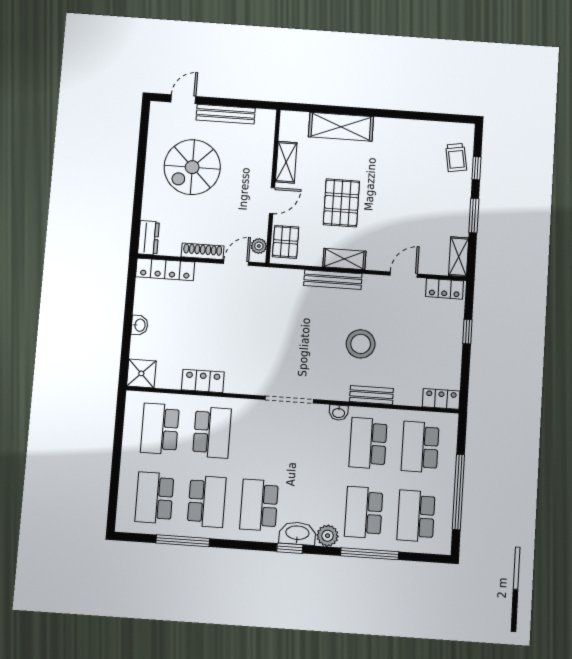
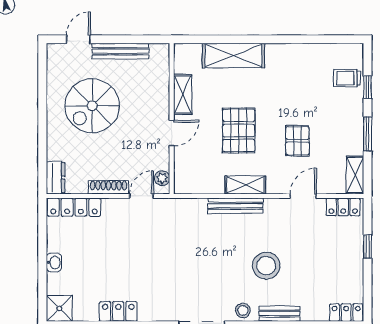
trolley: (456, 157) -> (347, 78), turned 99
pallet: (286, 242) -> (297, 141), moved
stool: (333, 389) -> (243, 310), added

